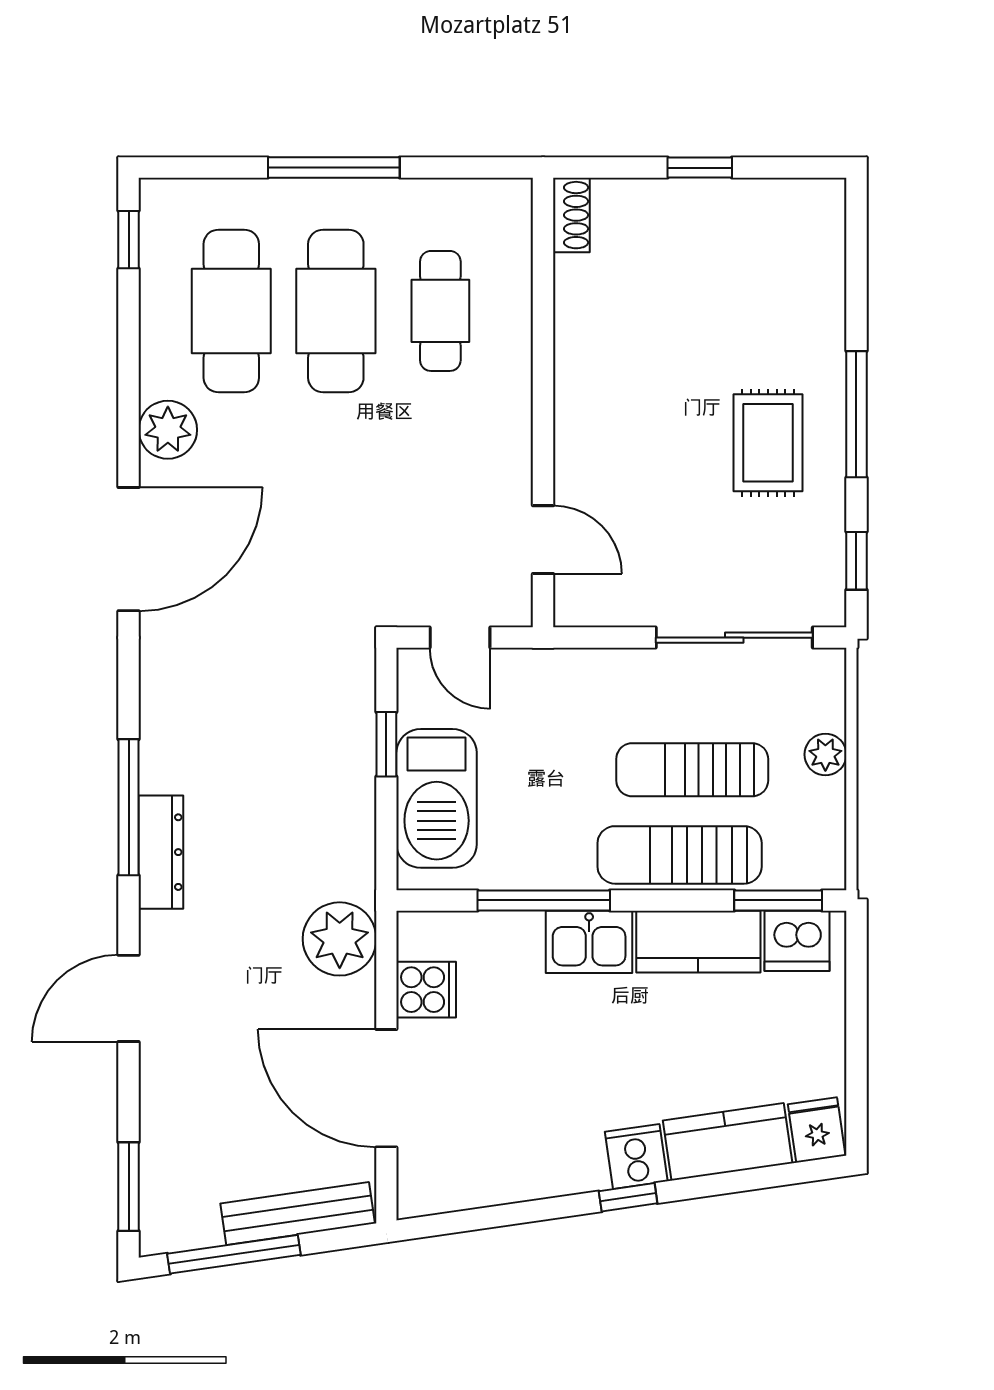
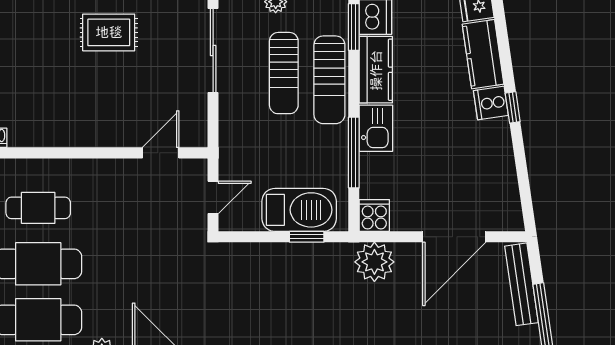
window: (386, 744) -> (307, 237), moved
cooker: (426, 990) -> (374, 216), moved

